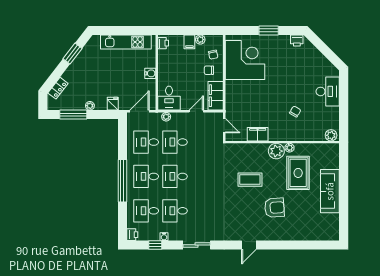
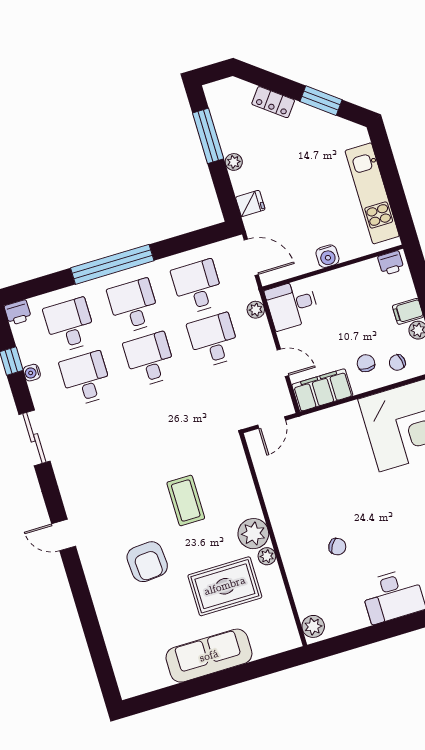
locker: (58, 88) -> (273, 102), moved
filing cabinet: (258, 134) -> (274, 490), removed

